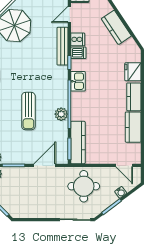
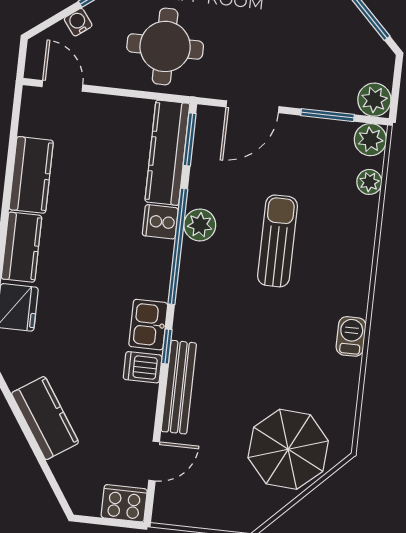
cooker: (78, 39) -> (160, 222), moved
kitchen sink: (78, 81) -> (148, 325), moved

